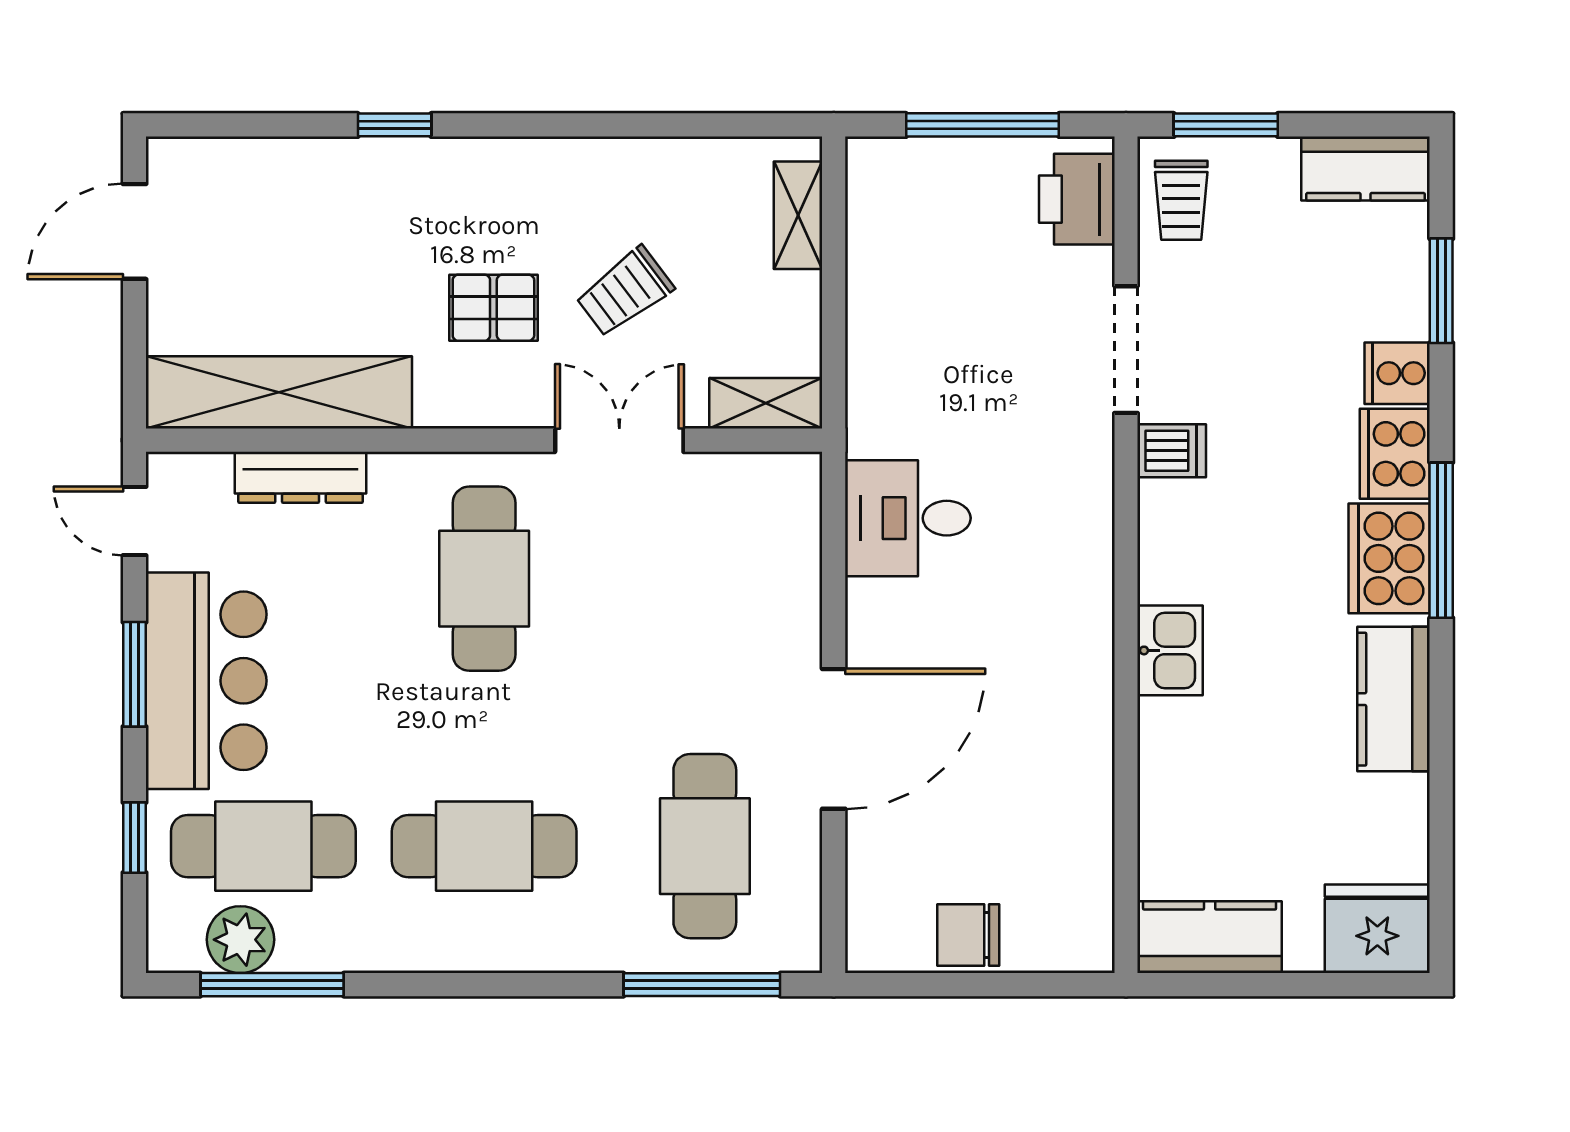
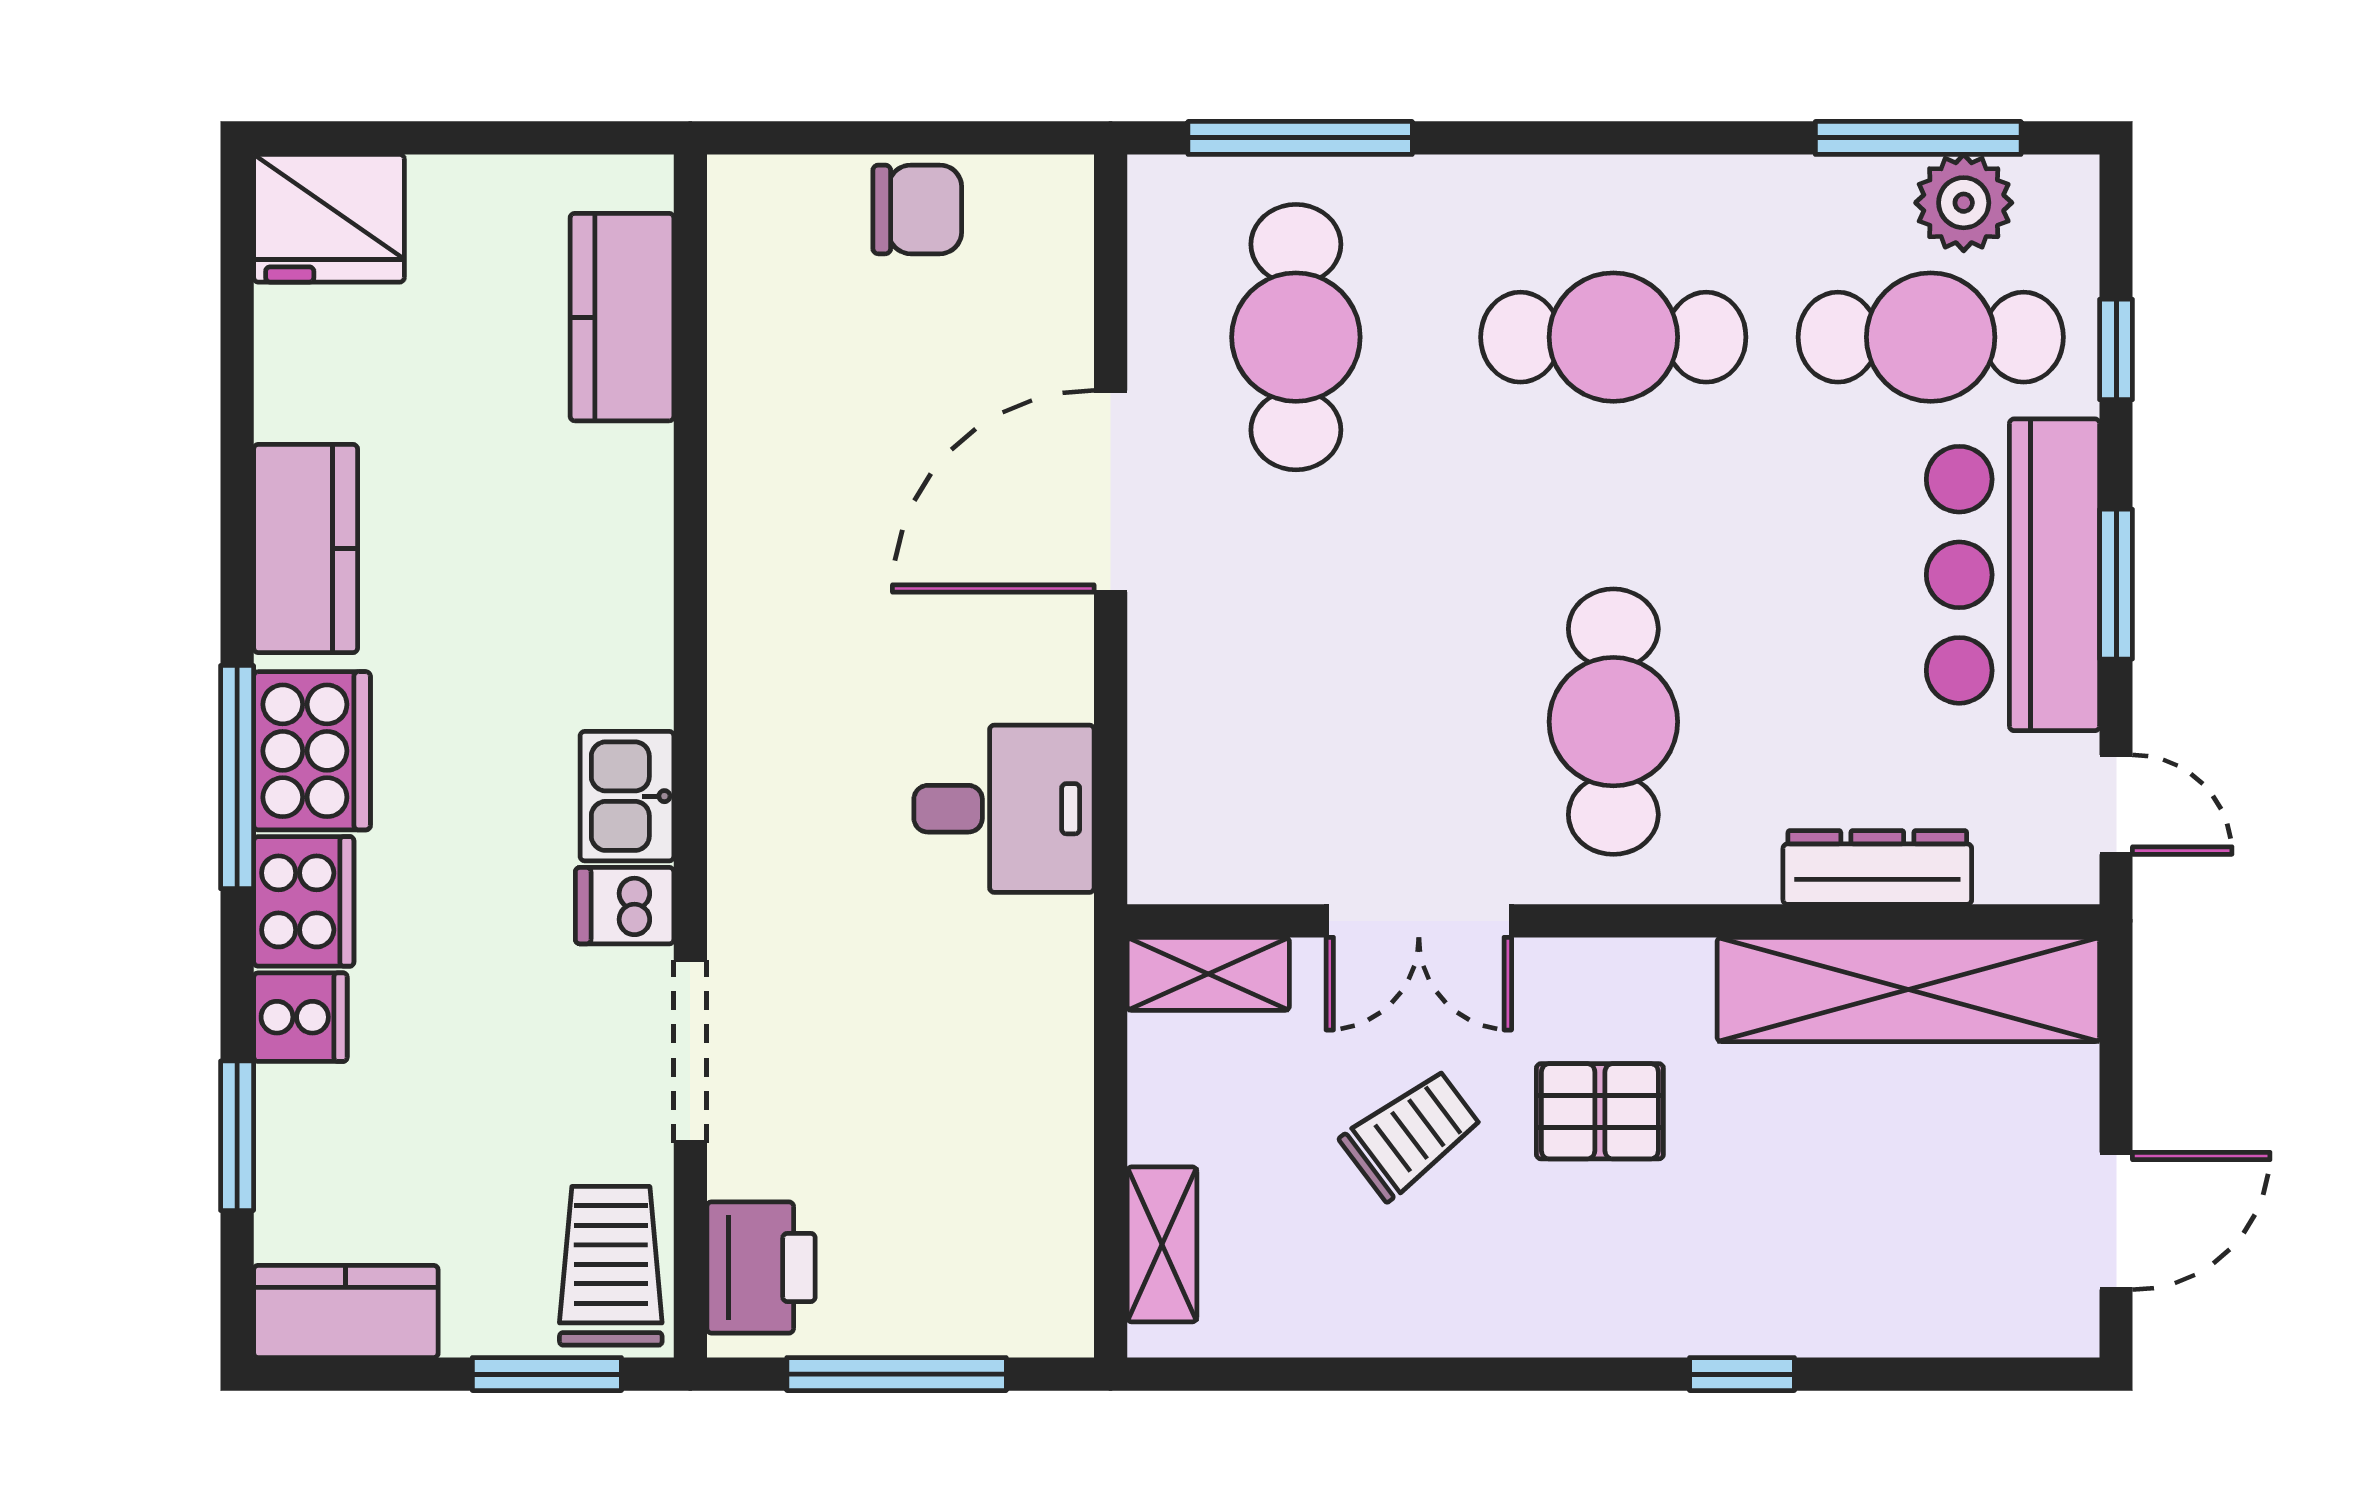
trolley: (1181, 200) -> (611, 1266), width x1.36, depth x1.39
kitchen sink: (1170, 650) -> (627, 796), moved
kitchen counter: (1210, 937) -> (622, 317), moved, turned 90

